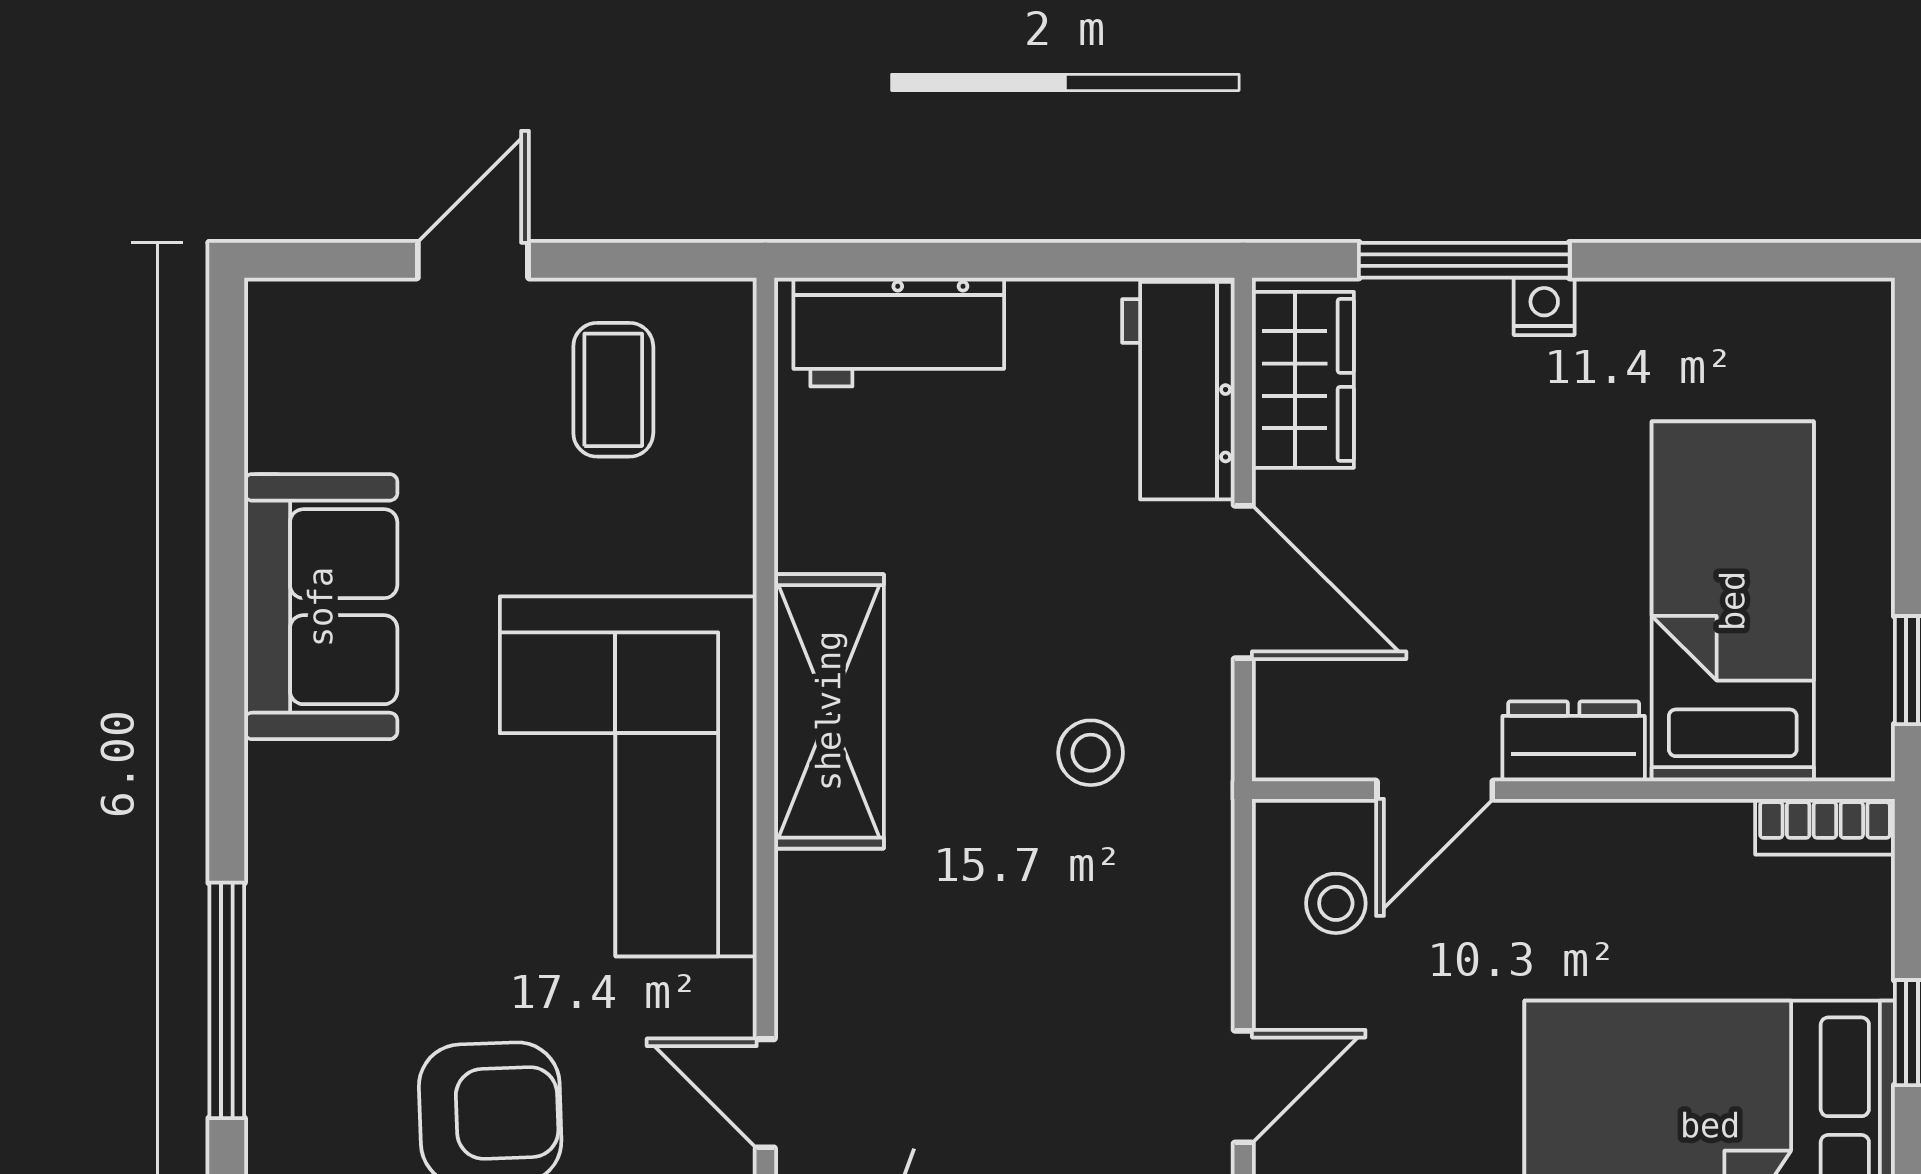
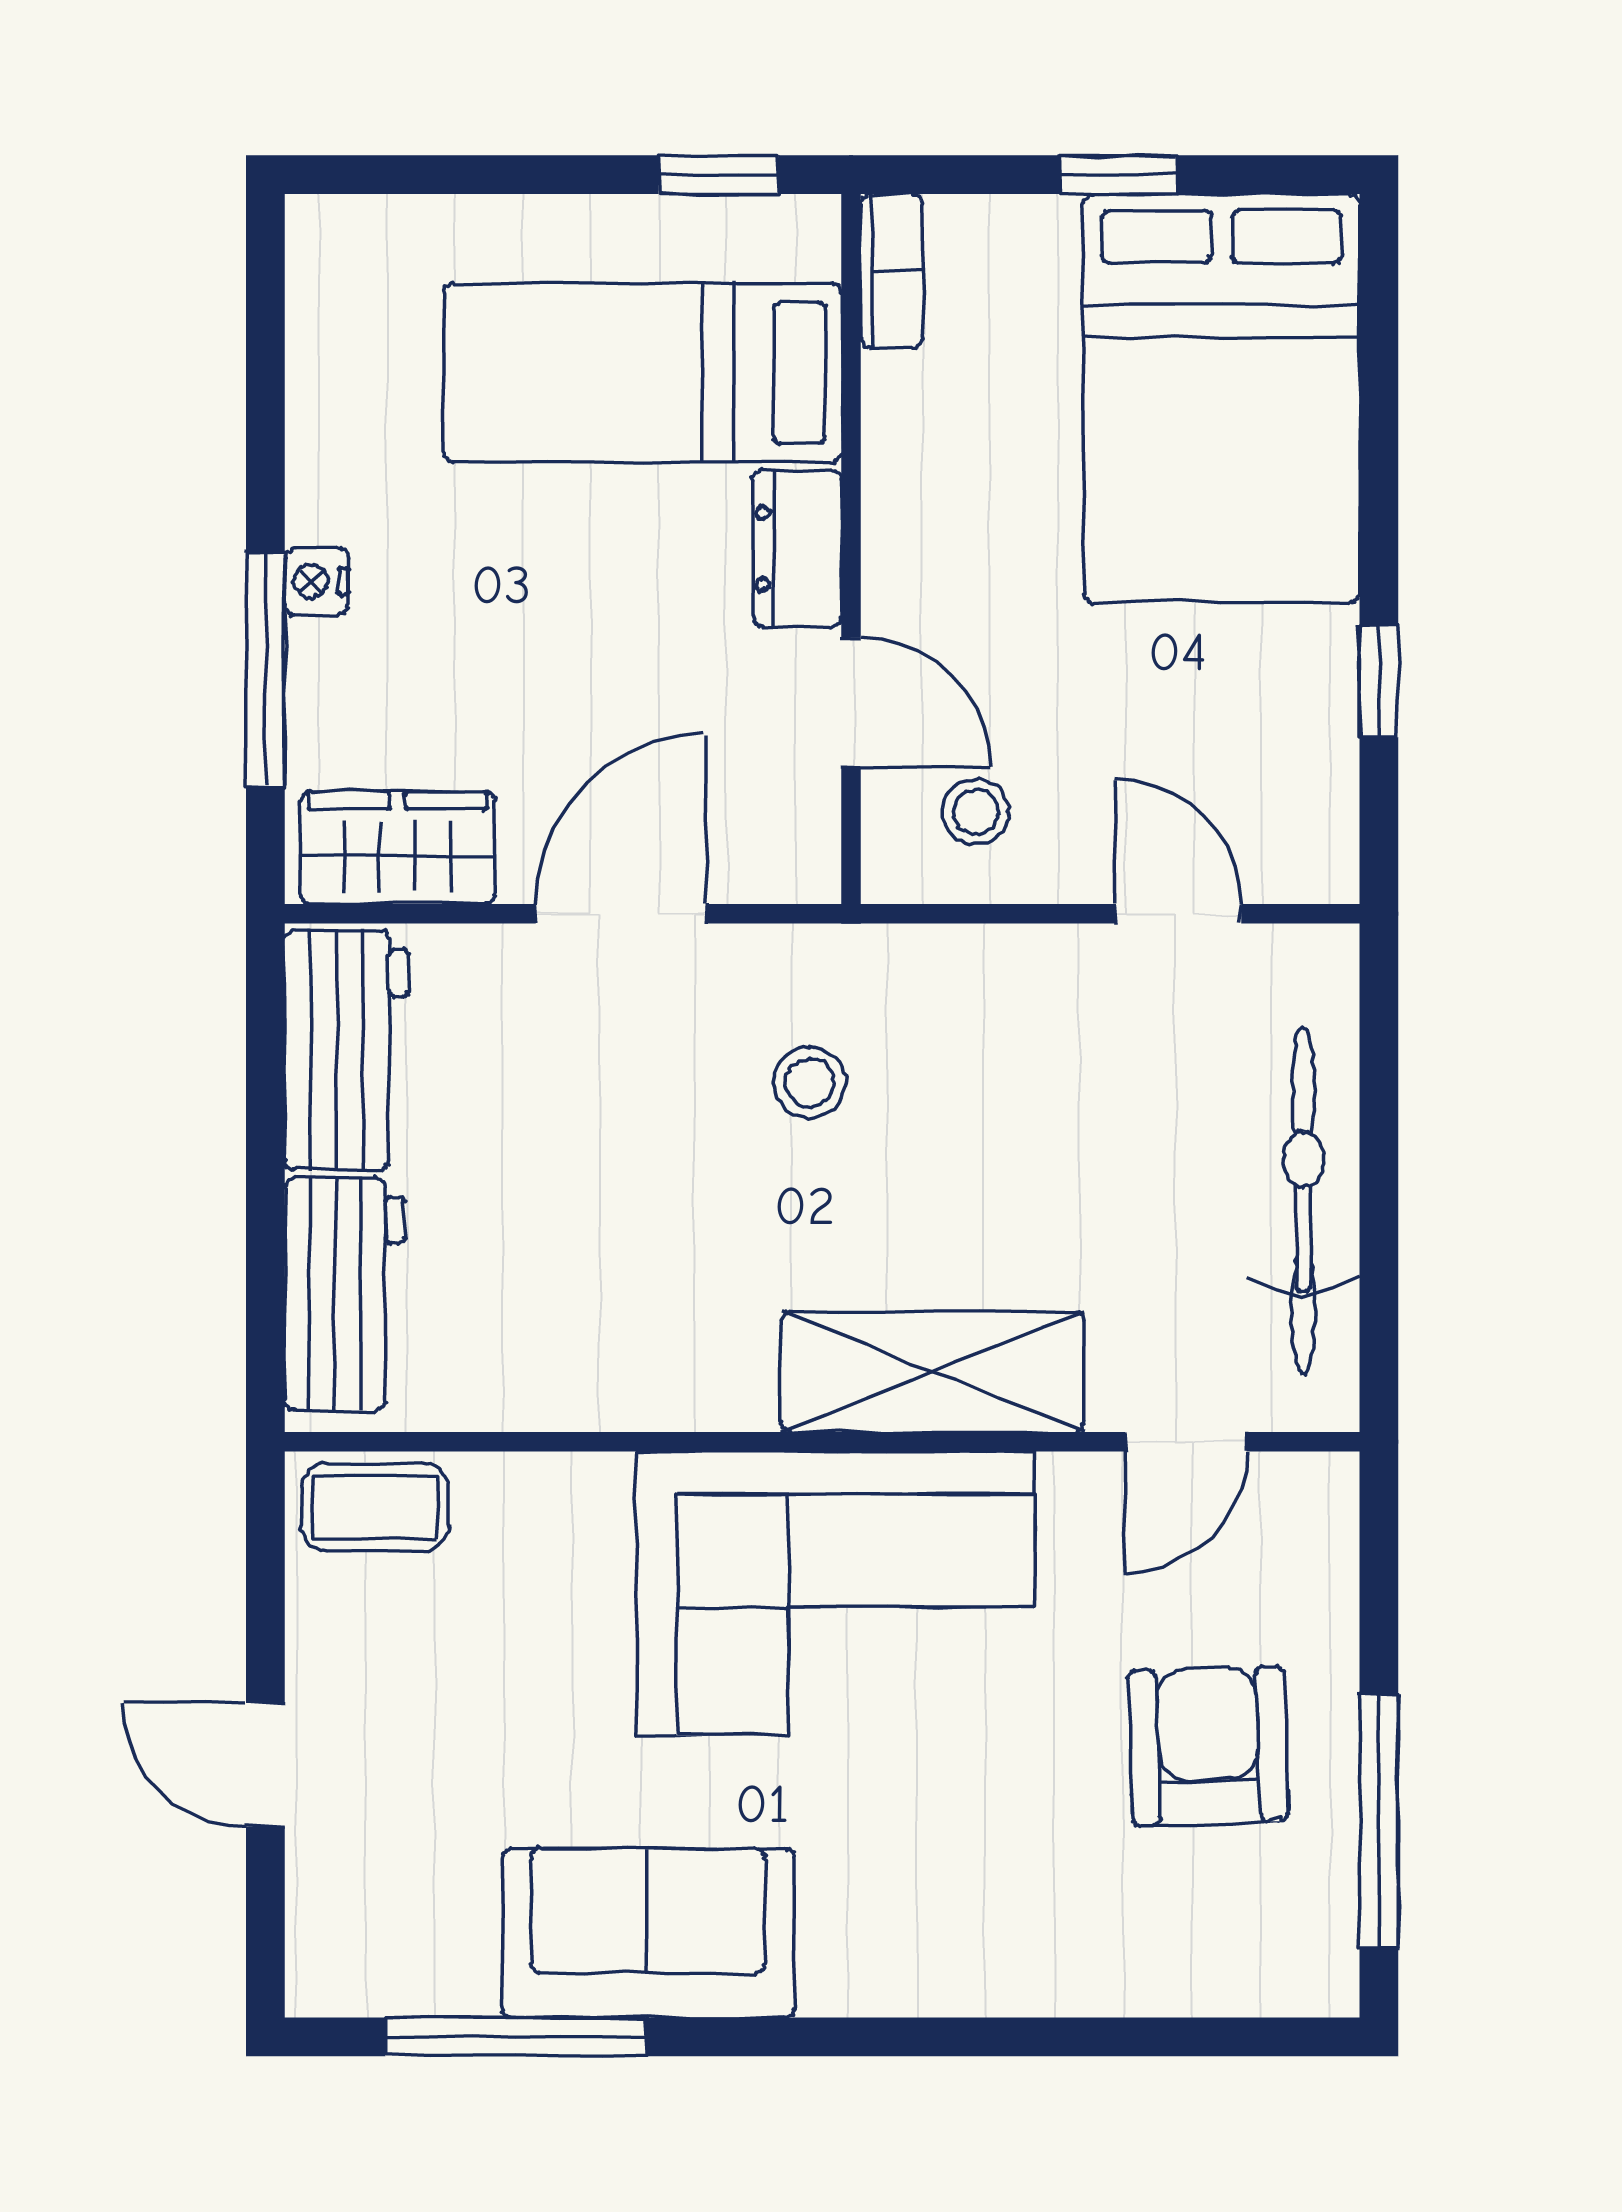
coffee table: (613, 390) -> (375, 1507), moved
workbench: (1178, 391) -> (347, 1050), moved, turned -90
shelving: (829, 711) -> (933, 1371), moved
window: (227, 1000) -> (516, 2037), moved

